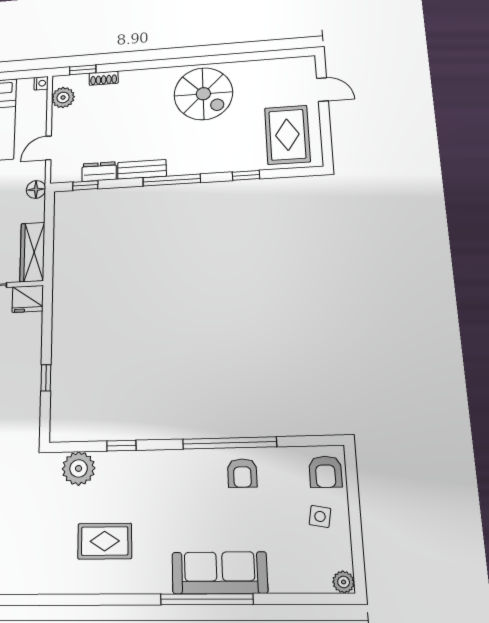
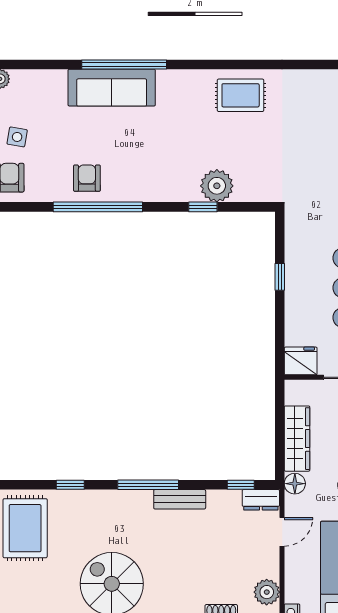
dresser: (99, 172) -> (261, 500), moved
wardrobe: (32, 252) -> (297, 439), moved
plant: (79, 468) -> (217, 186), moved
rug: (105, 541) -> (241, 95), moved

